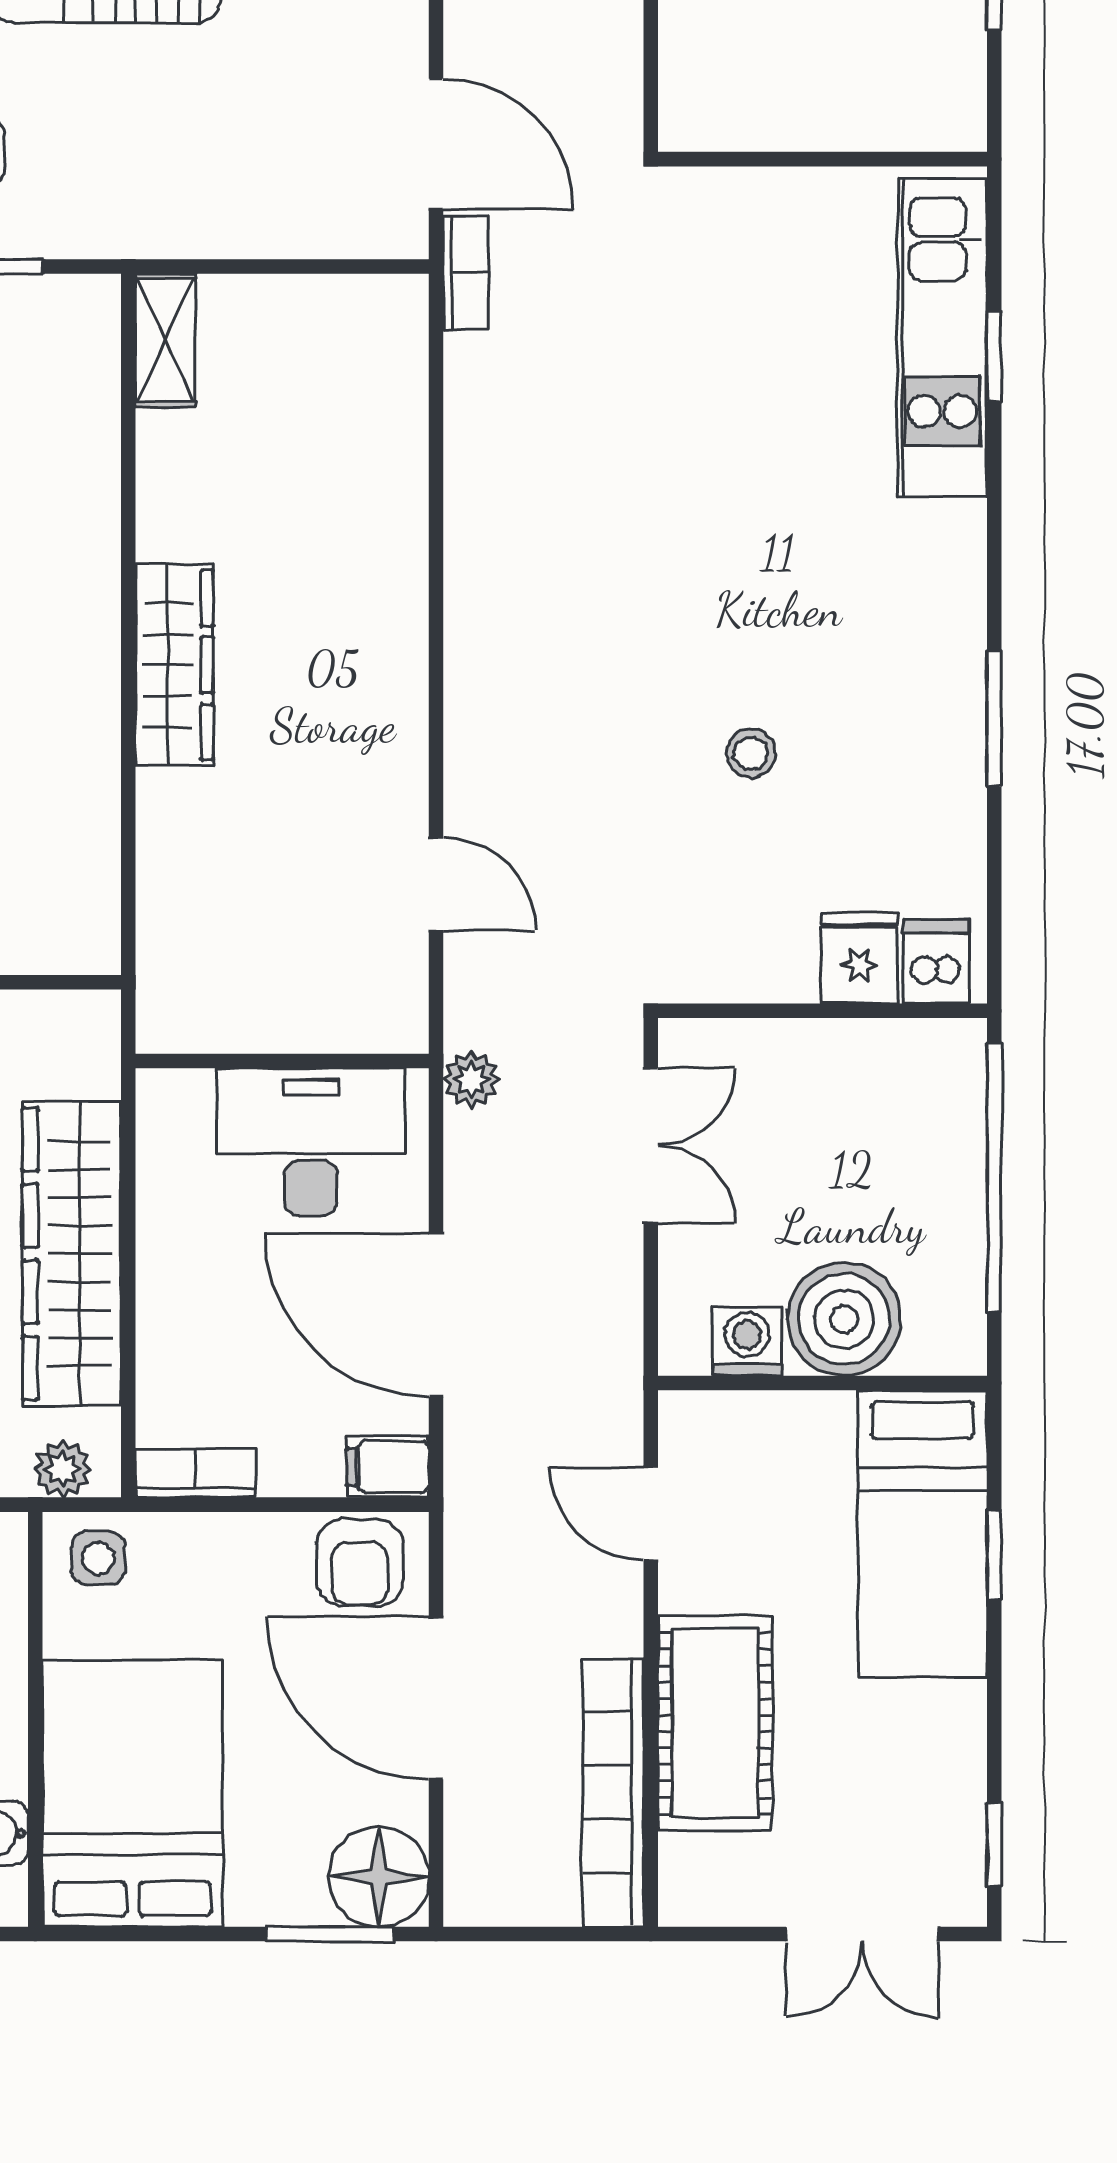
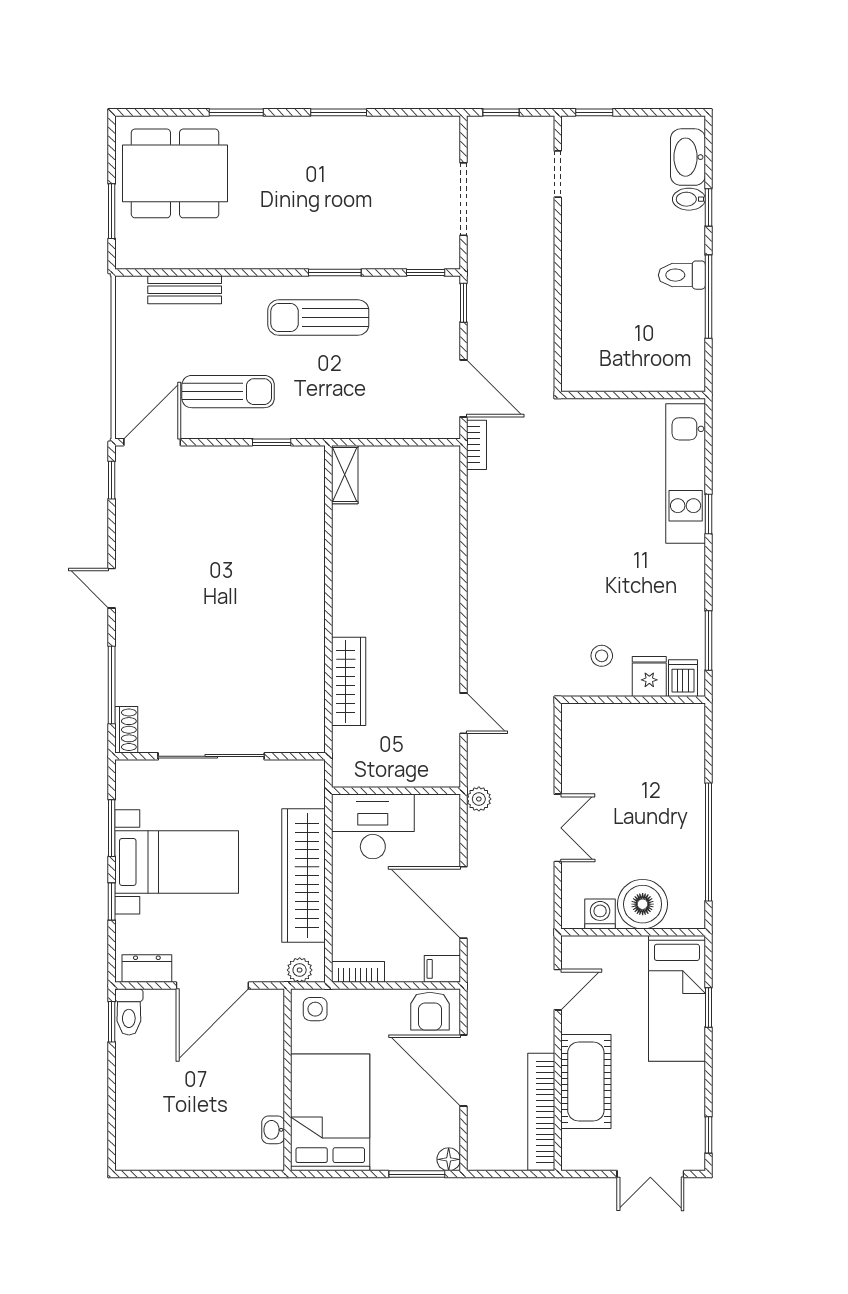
window: (994, 356) -> (708, 514), moved
wardrobe: (174, 665) -> (349, 681), moved
fridge: (859, 958) -> (649, 677), moved
dishwasher: (936, 961) -> (683, 678), moved
wall: (822, 1011) -> (633, 700), moved
desk: (311, 1142) -> (373, 826), moved
door: (651, 1514) -> (558, 990), swing flipped
floor lamp: (379, 1877) -> (449, 1159), width x0.53, depth x0.53

